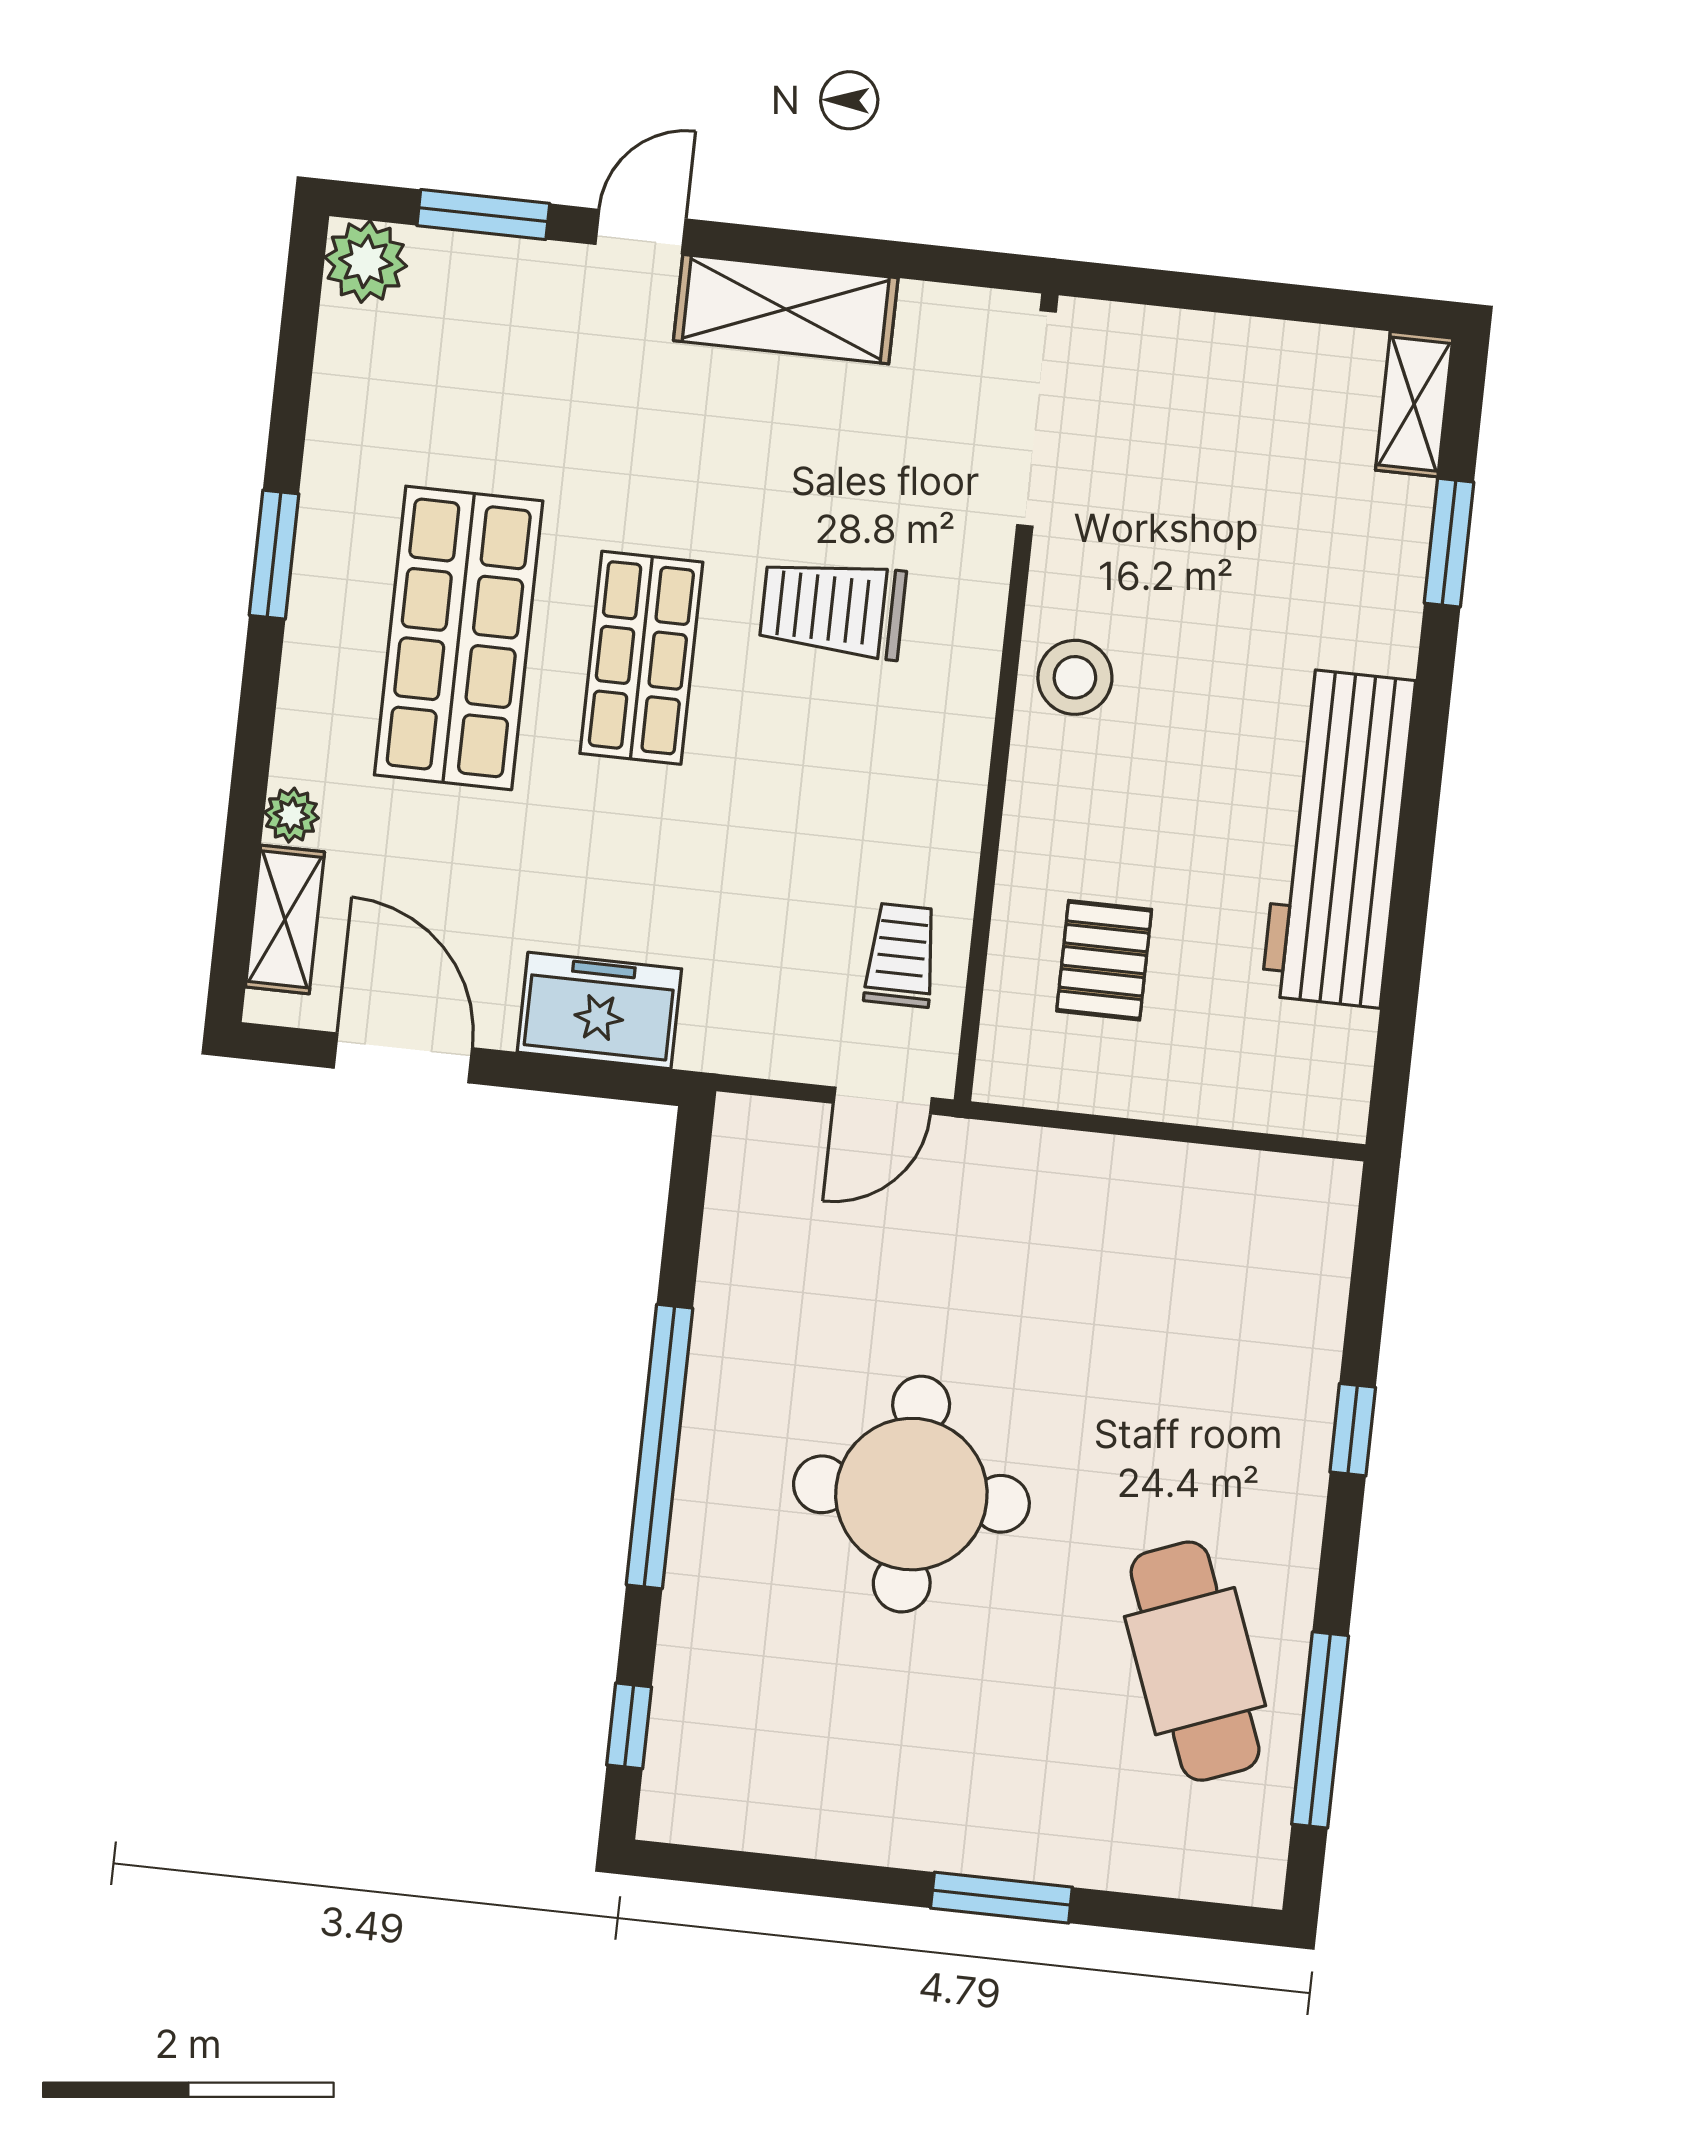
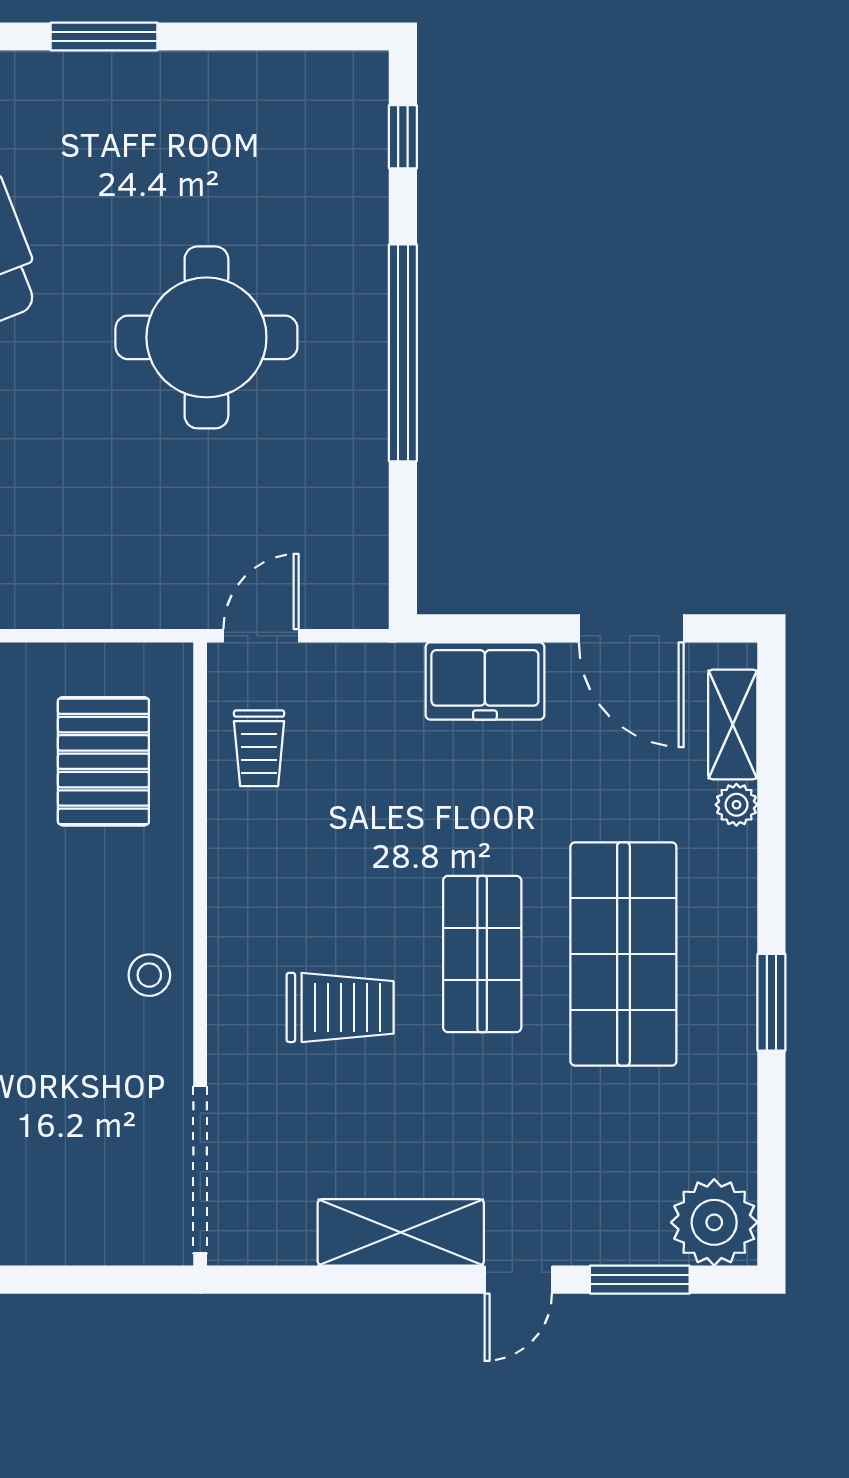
plant: (366, 262) -> (714, 1222), width x1.36, depth x1.36
stool: (1075, 677) -> (149, 975), width x0.73, depth x0.73
pallet: (1104, 960) -> (103, 761), width x1.50, depth x1.42

